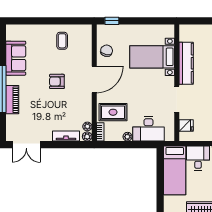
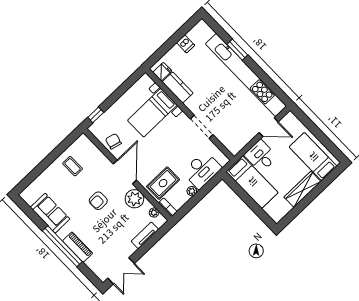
kitchen counter: (186, 63) -> (178, 88), width x0.67
fridge: (186, 125) -> (162, 72), moved
plant: (87, 136) -> (134, 199), moved, width x1.88, depth x1.88

